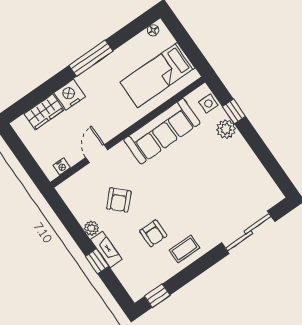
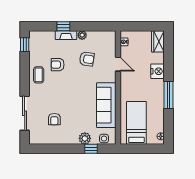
wardrobe: (44, 112) -> (158, 41), moved
armchair: (229, 187) -> (54, 119), added
armchair: (119, 200) -> (87, 59), turned 144

